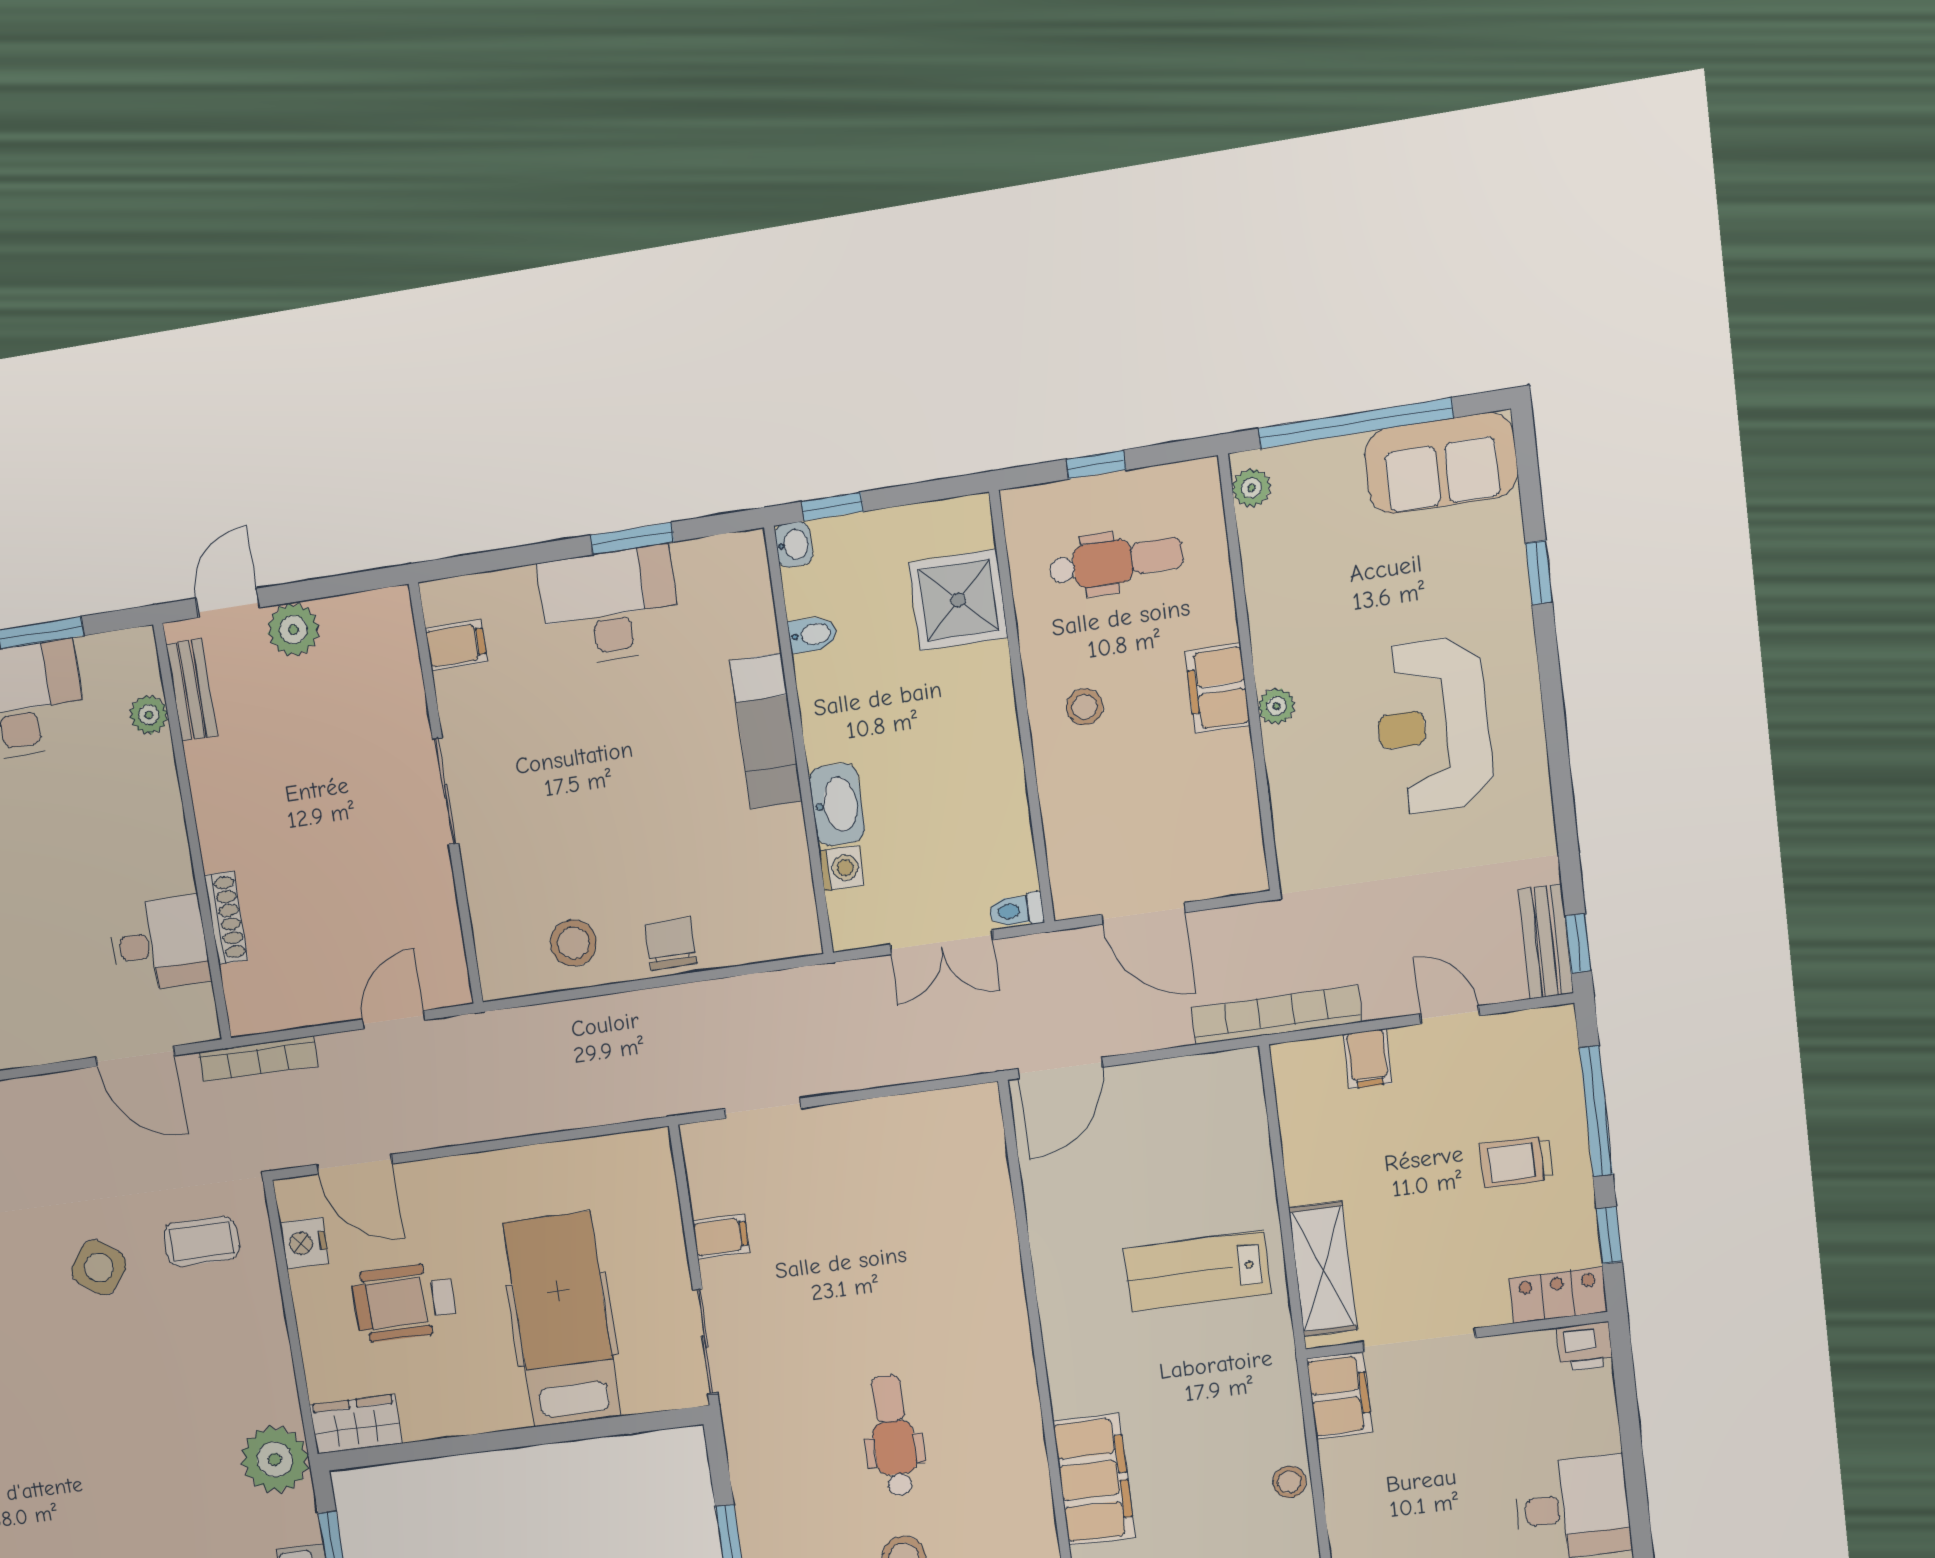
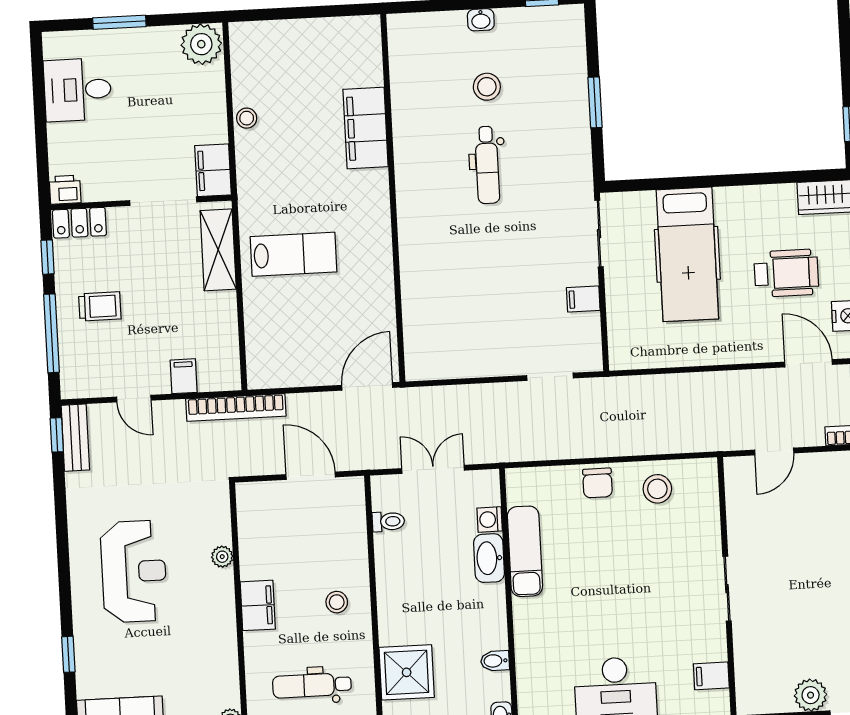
plant: (1277, 706) -> (222, 557), moved
exam couch: (766, 731) -> (525, 551), moved
toilet: (1016, 910) -> (388, 521), moved

